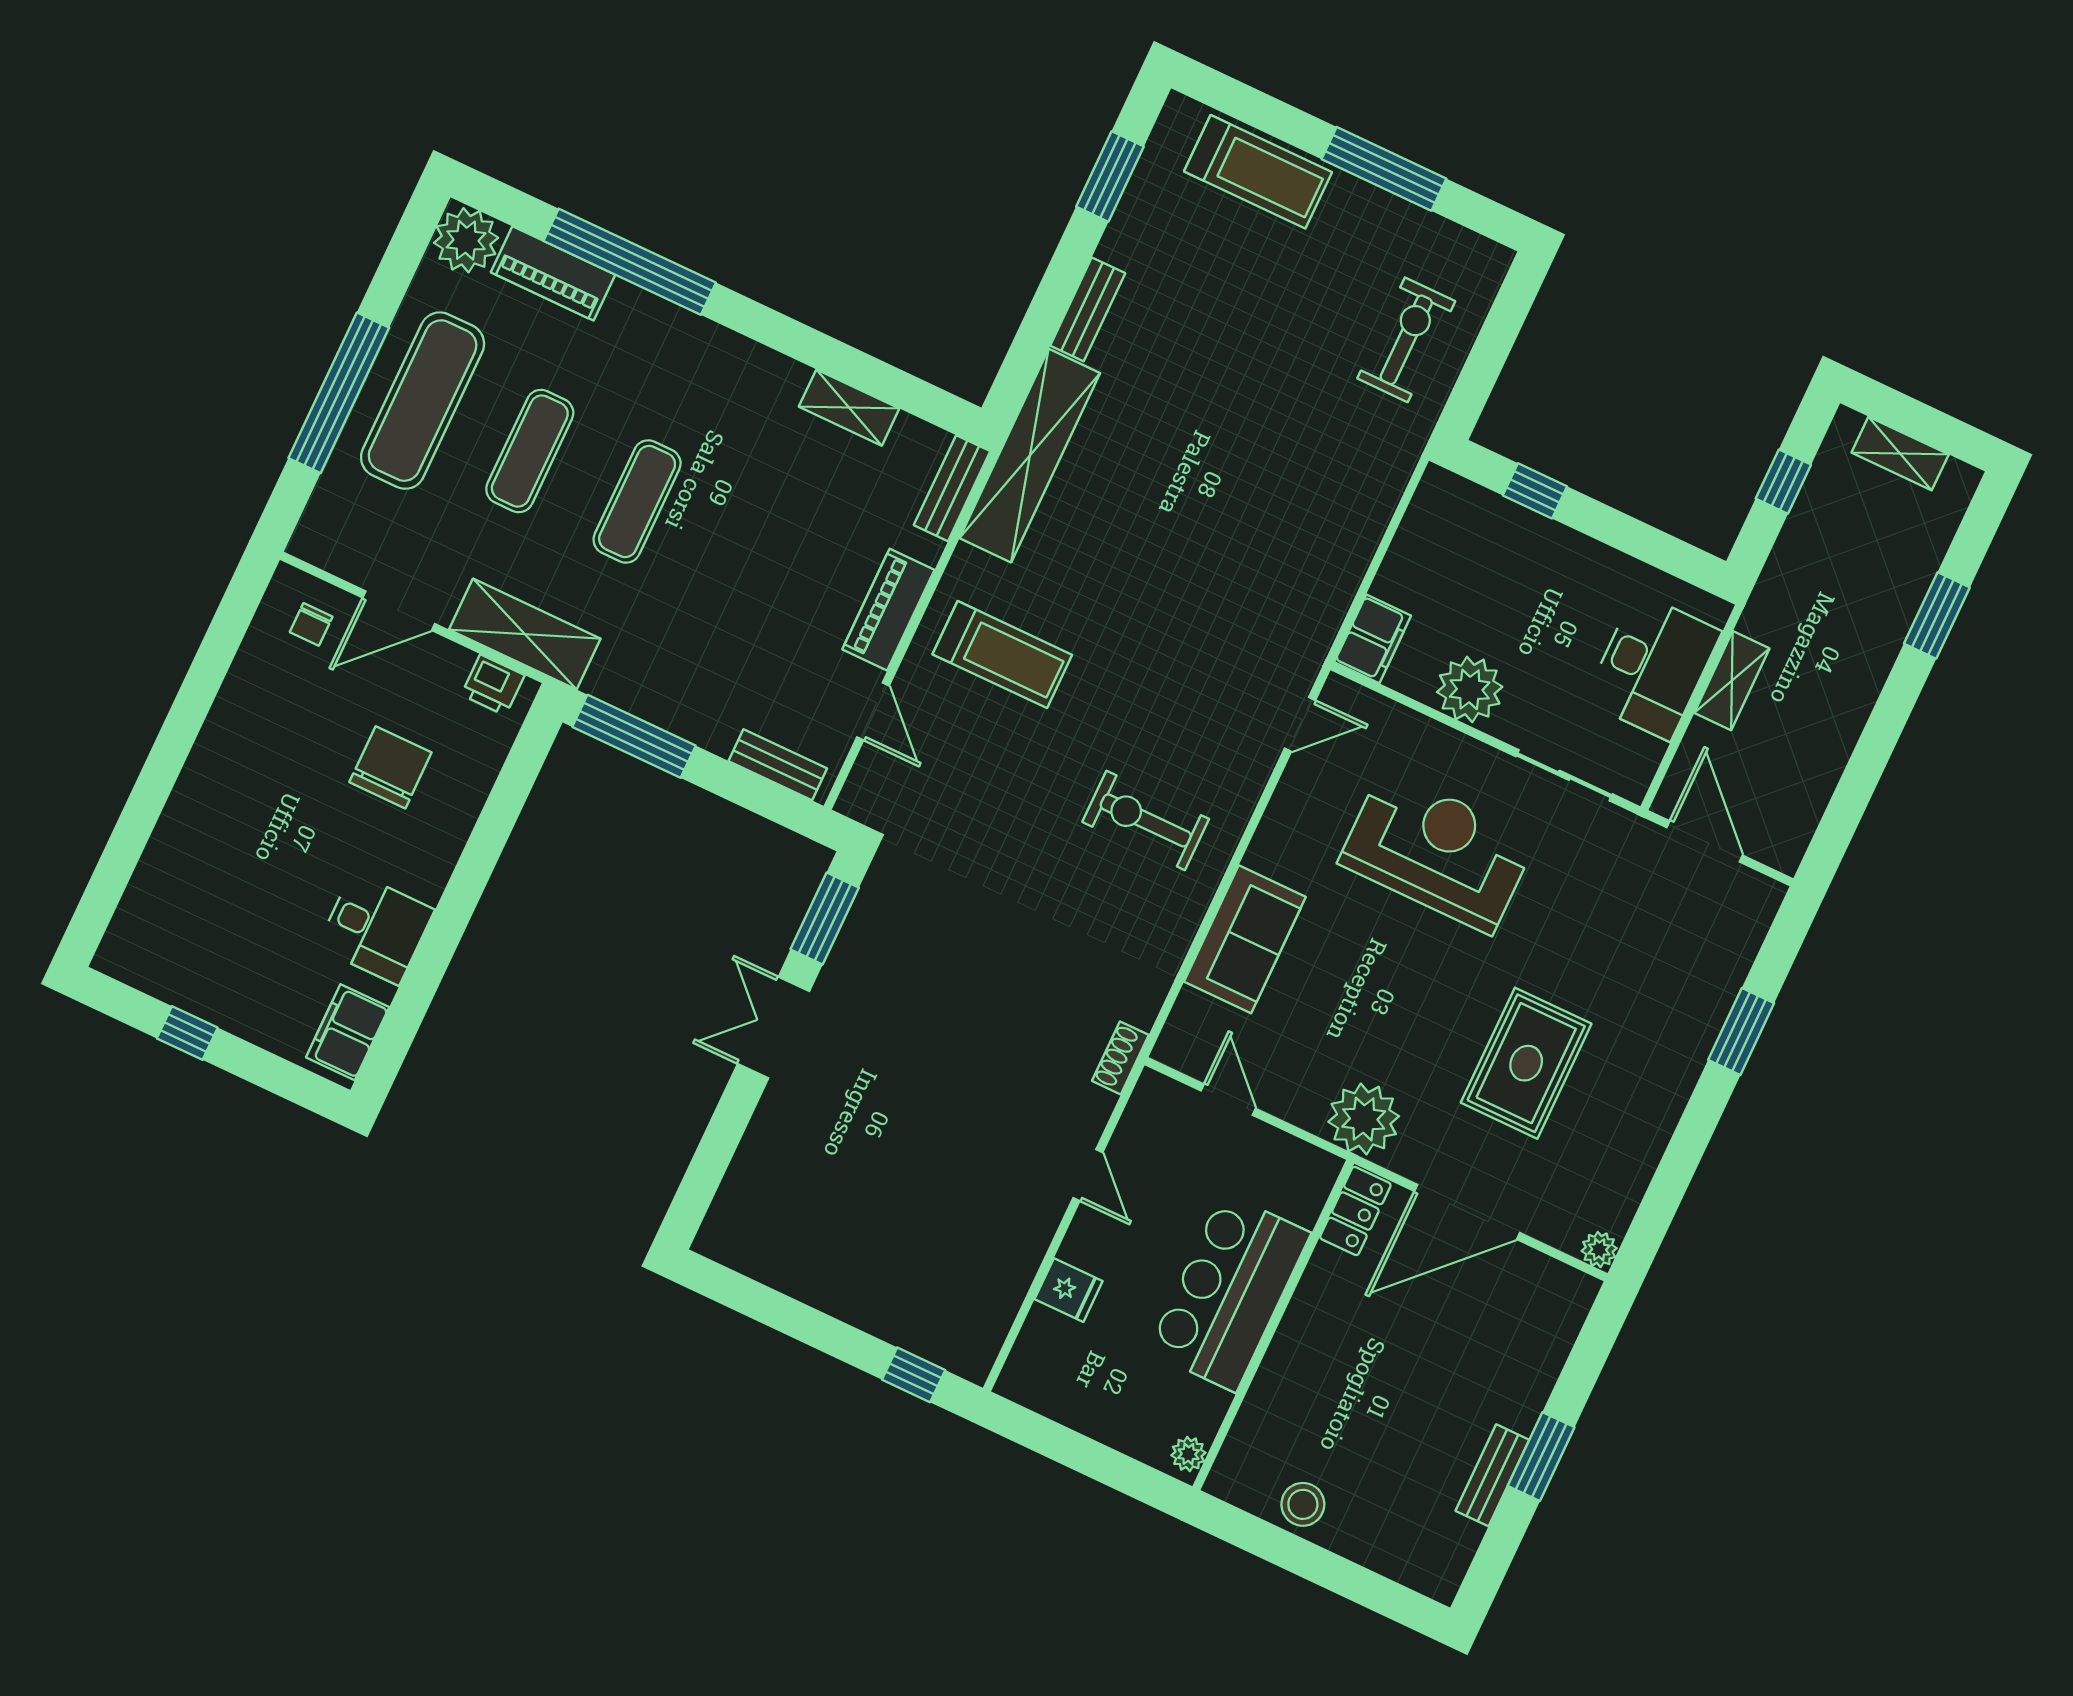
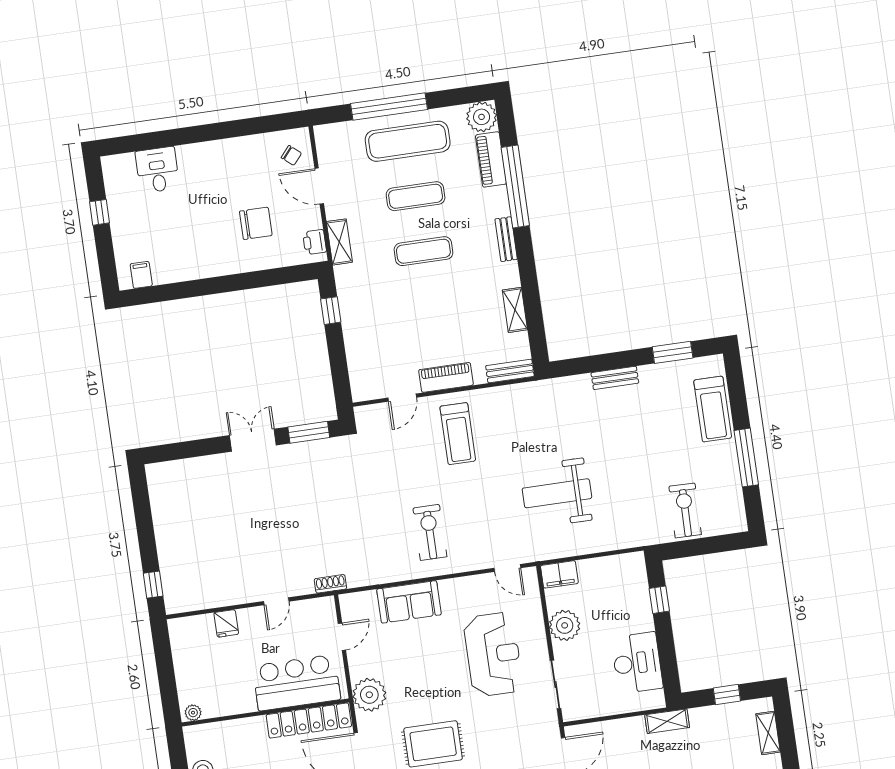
exercise bike: (1406, 340) -> (685, 510), turned -89
shelving: (1030, 456) -> (543, 393), removed
weight bench: (1225, 548) -> (557, 493), added
chair: (311, 624) -> (291, 155), turned -140
shelving: (525, 634) -> (339, 242), width x0.67, depth x0.75
desk: (1653, 666) -> (637, 663), moved, turned -90
shelving: (1732, 681) -> (667, 721), moved
window: (634, 736) -> (331, 311), width x0.46
bench: (778, 765) -> (506, 239), moved
desk: (376, 928) -> (157, 170), moved, turned 180
filing cabinet: (348, 1032) -> (141, 275), width x0.50
locker: (1355, 1211) -> (309, 721), width x2.16, depth x1.21
bar counter: (1229, 1292) -> (296, 683), moved

